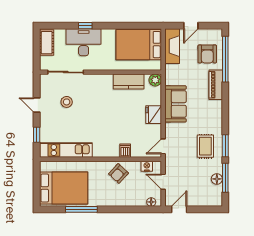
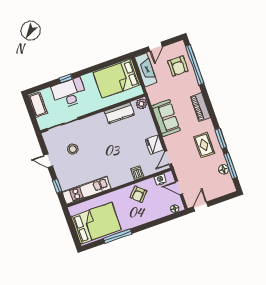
piano: (216, 85) -> (200, 107), moved
fridge: (154, 115) -> (154, 145), moved

